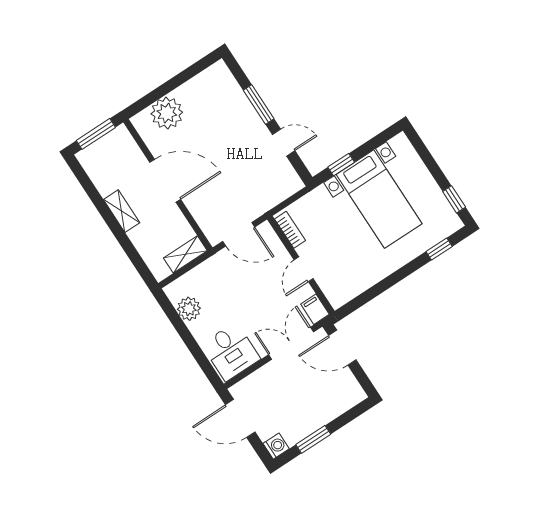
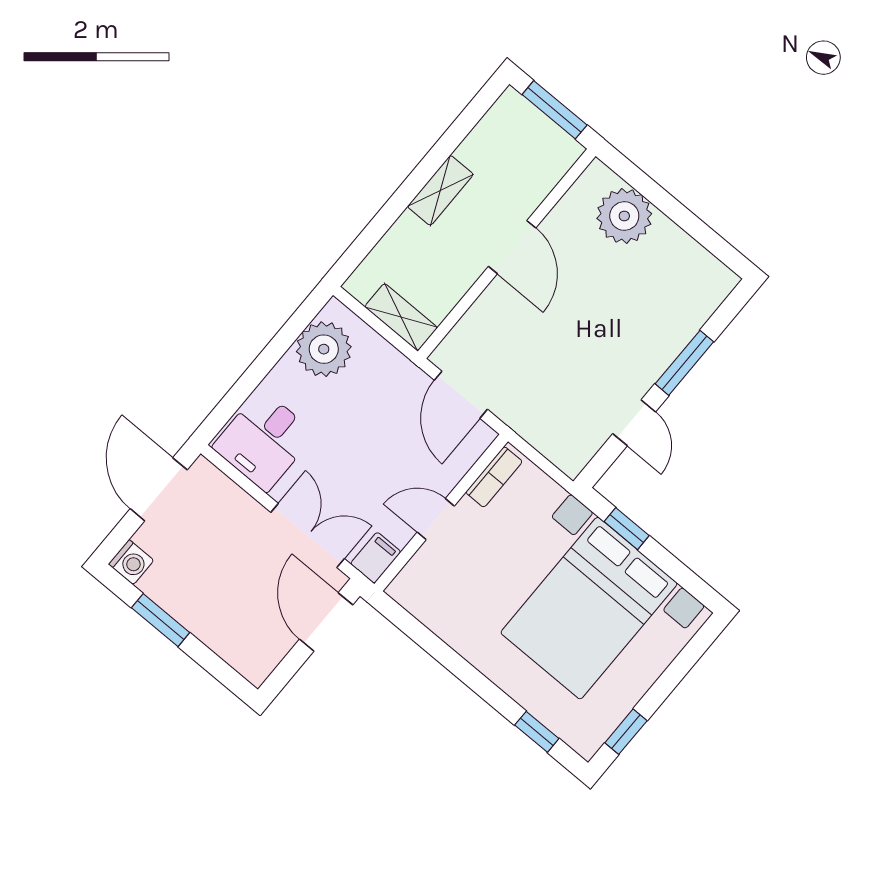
door: (165, 181) -> (512, 247), width x0.73
bed with nightstands: (379, 199) -> (589, 608), width x1.36
plant: (189, 309) -> (324, 349), width x1.36, depth x1.36

